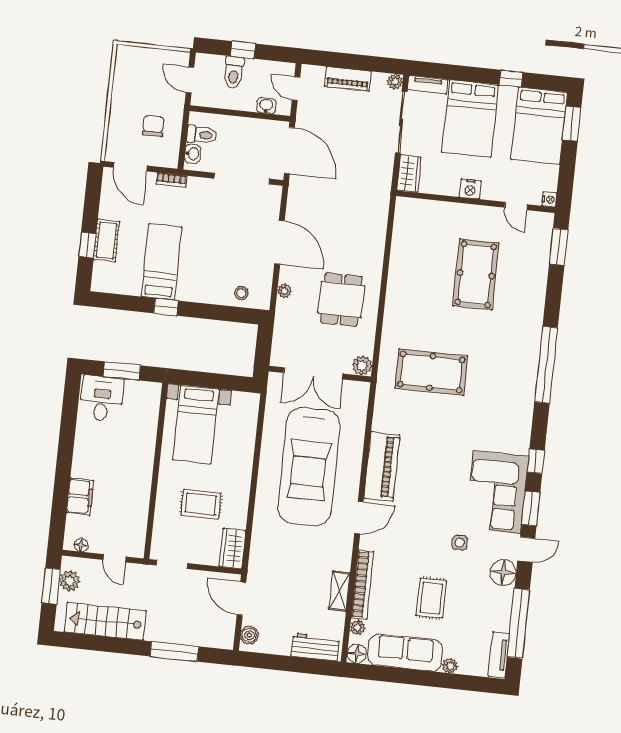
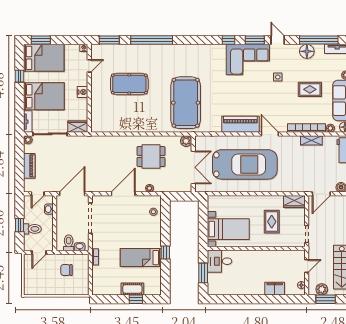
door: (130, 167) -> (90, 280), removed
window: (546, 365) -> (152, 40), moved
pool table: (431, 372) -> (186, 103), width x1.36, depth x1.32
desk: (102, 399) -> (220, 261), moved
floor lamp: (503, 573) -> (307, 51), moved

